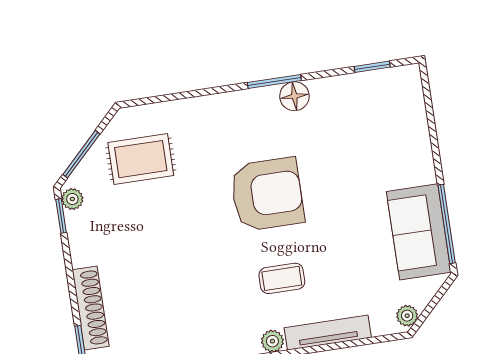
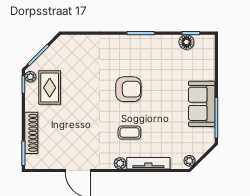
floor lamp: (294, 96) -> (186, 42), moved
rug: (141, 159) -> (50, 88), moved, turned 90
armchair: (267, 194) -> (128, 89), width x0.73, depth x0.73
sofa: (419, 232) -> (202, 104), moved

